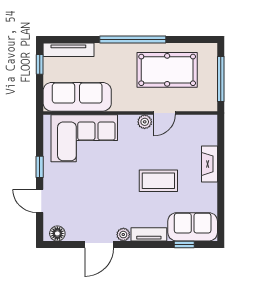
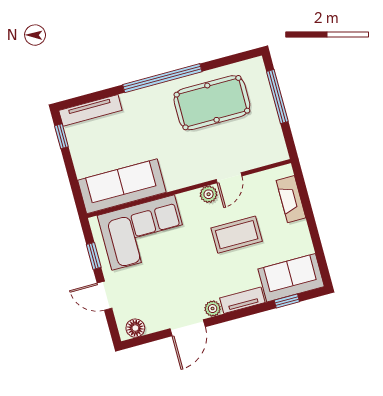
sofa: (77, 97) -> (122, 186), moved
wall: (130, 113) -> (189, 189), moved
door: (165, 113) -> (229, 178), moved
plant: (145, 122) -> (209, 194), moved
corner sofa: (84, 138) -> (143, 233), moved

